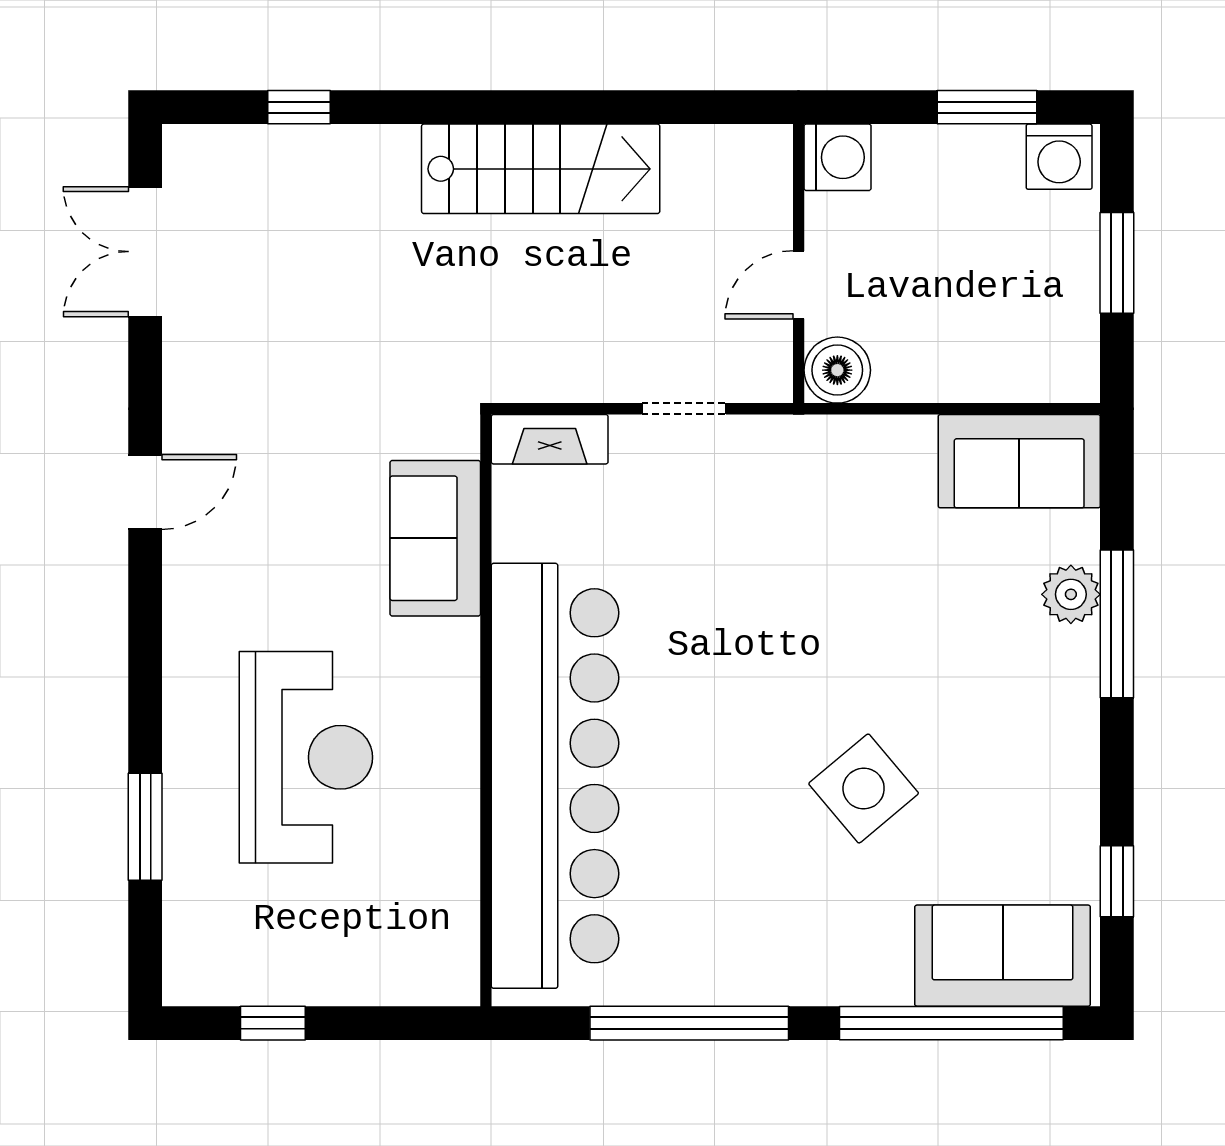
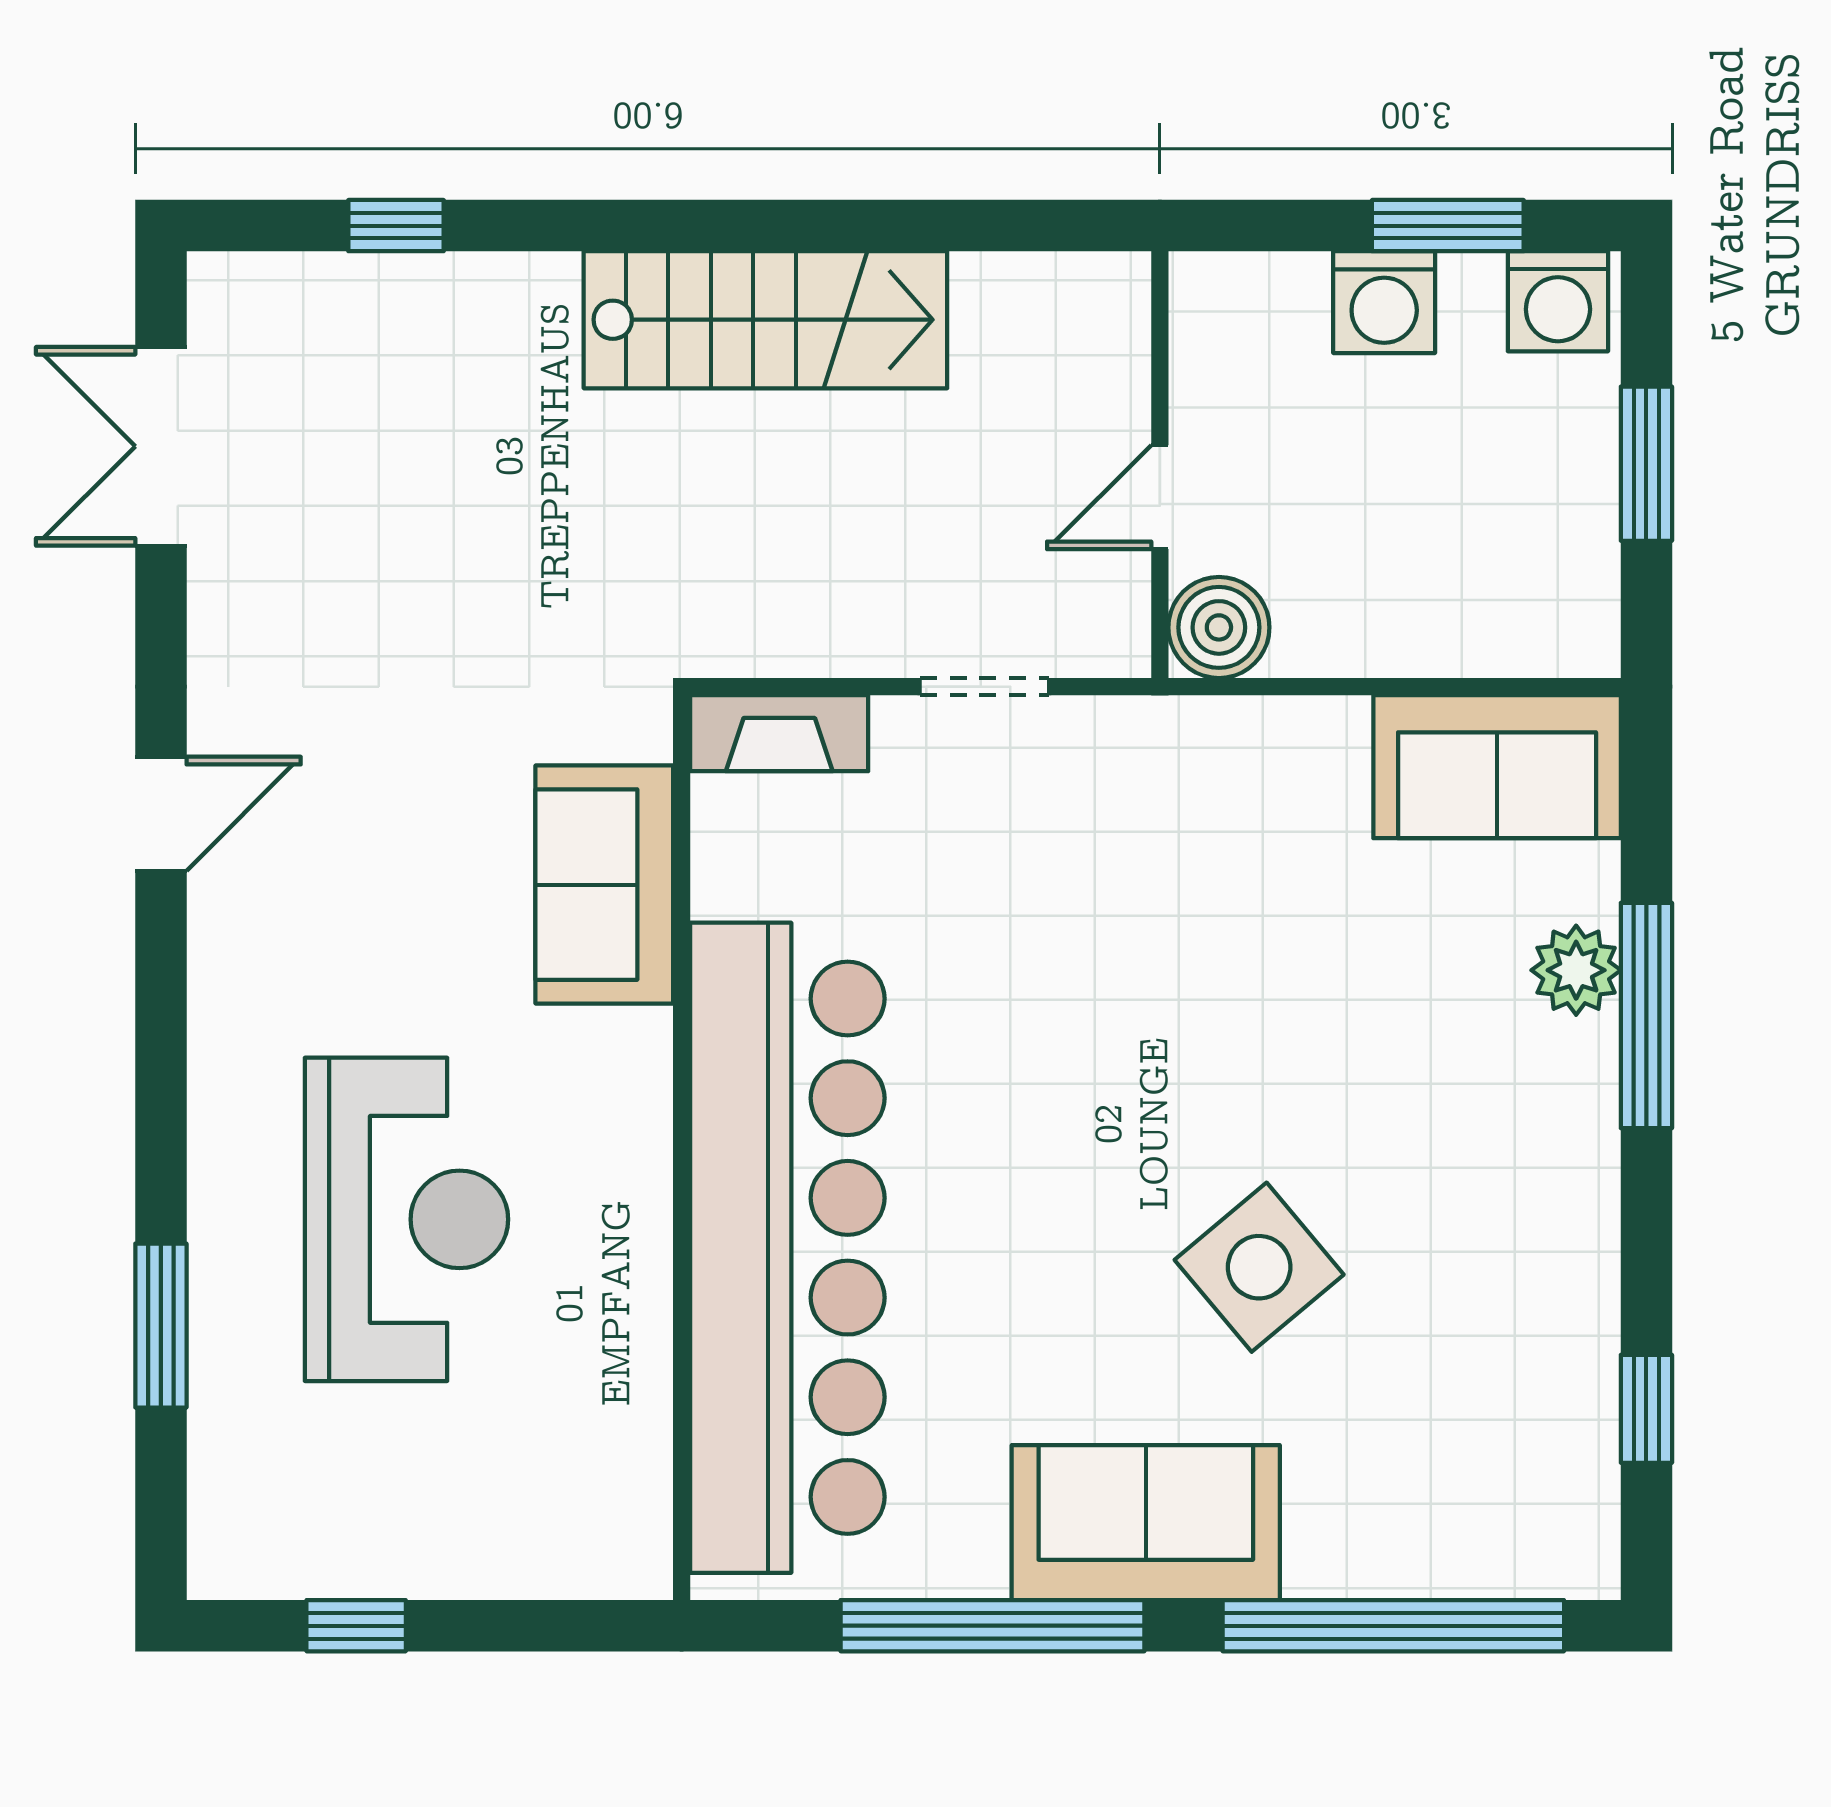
washing machine: (838, 157) -> (1384, 302), moved, turned 90
sofa: (1003, 956) -> (1146, 1523), moved

